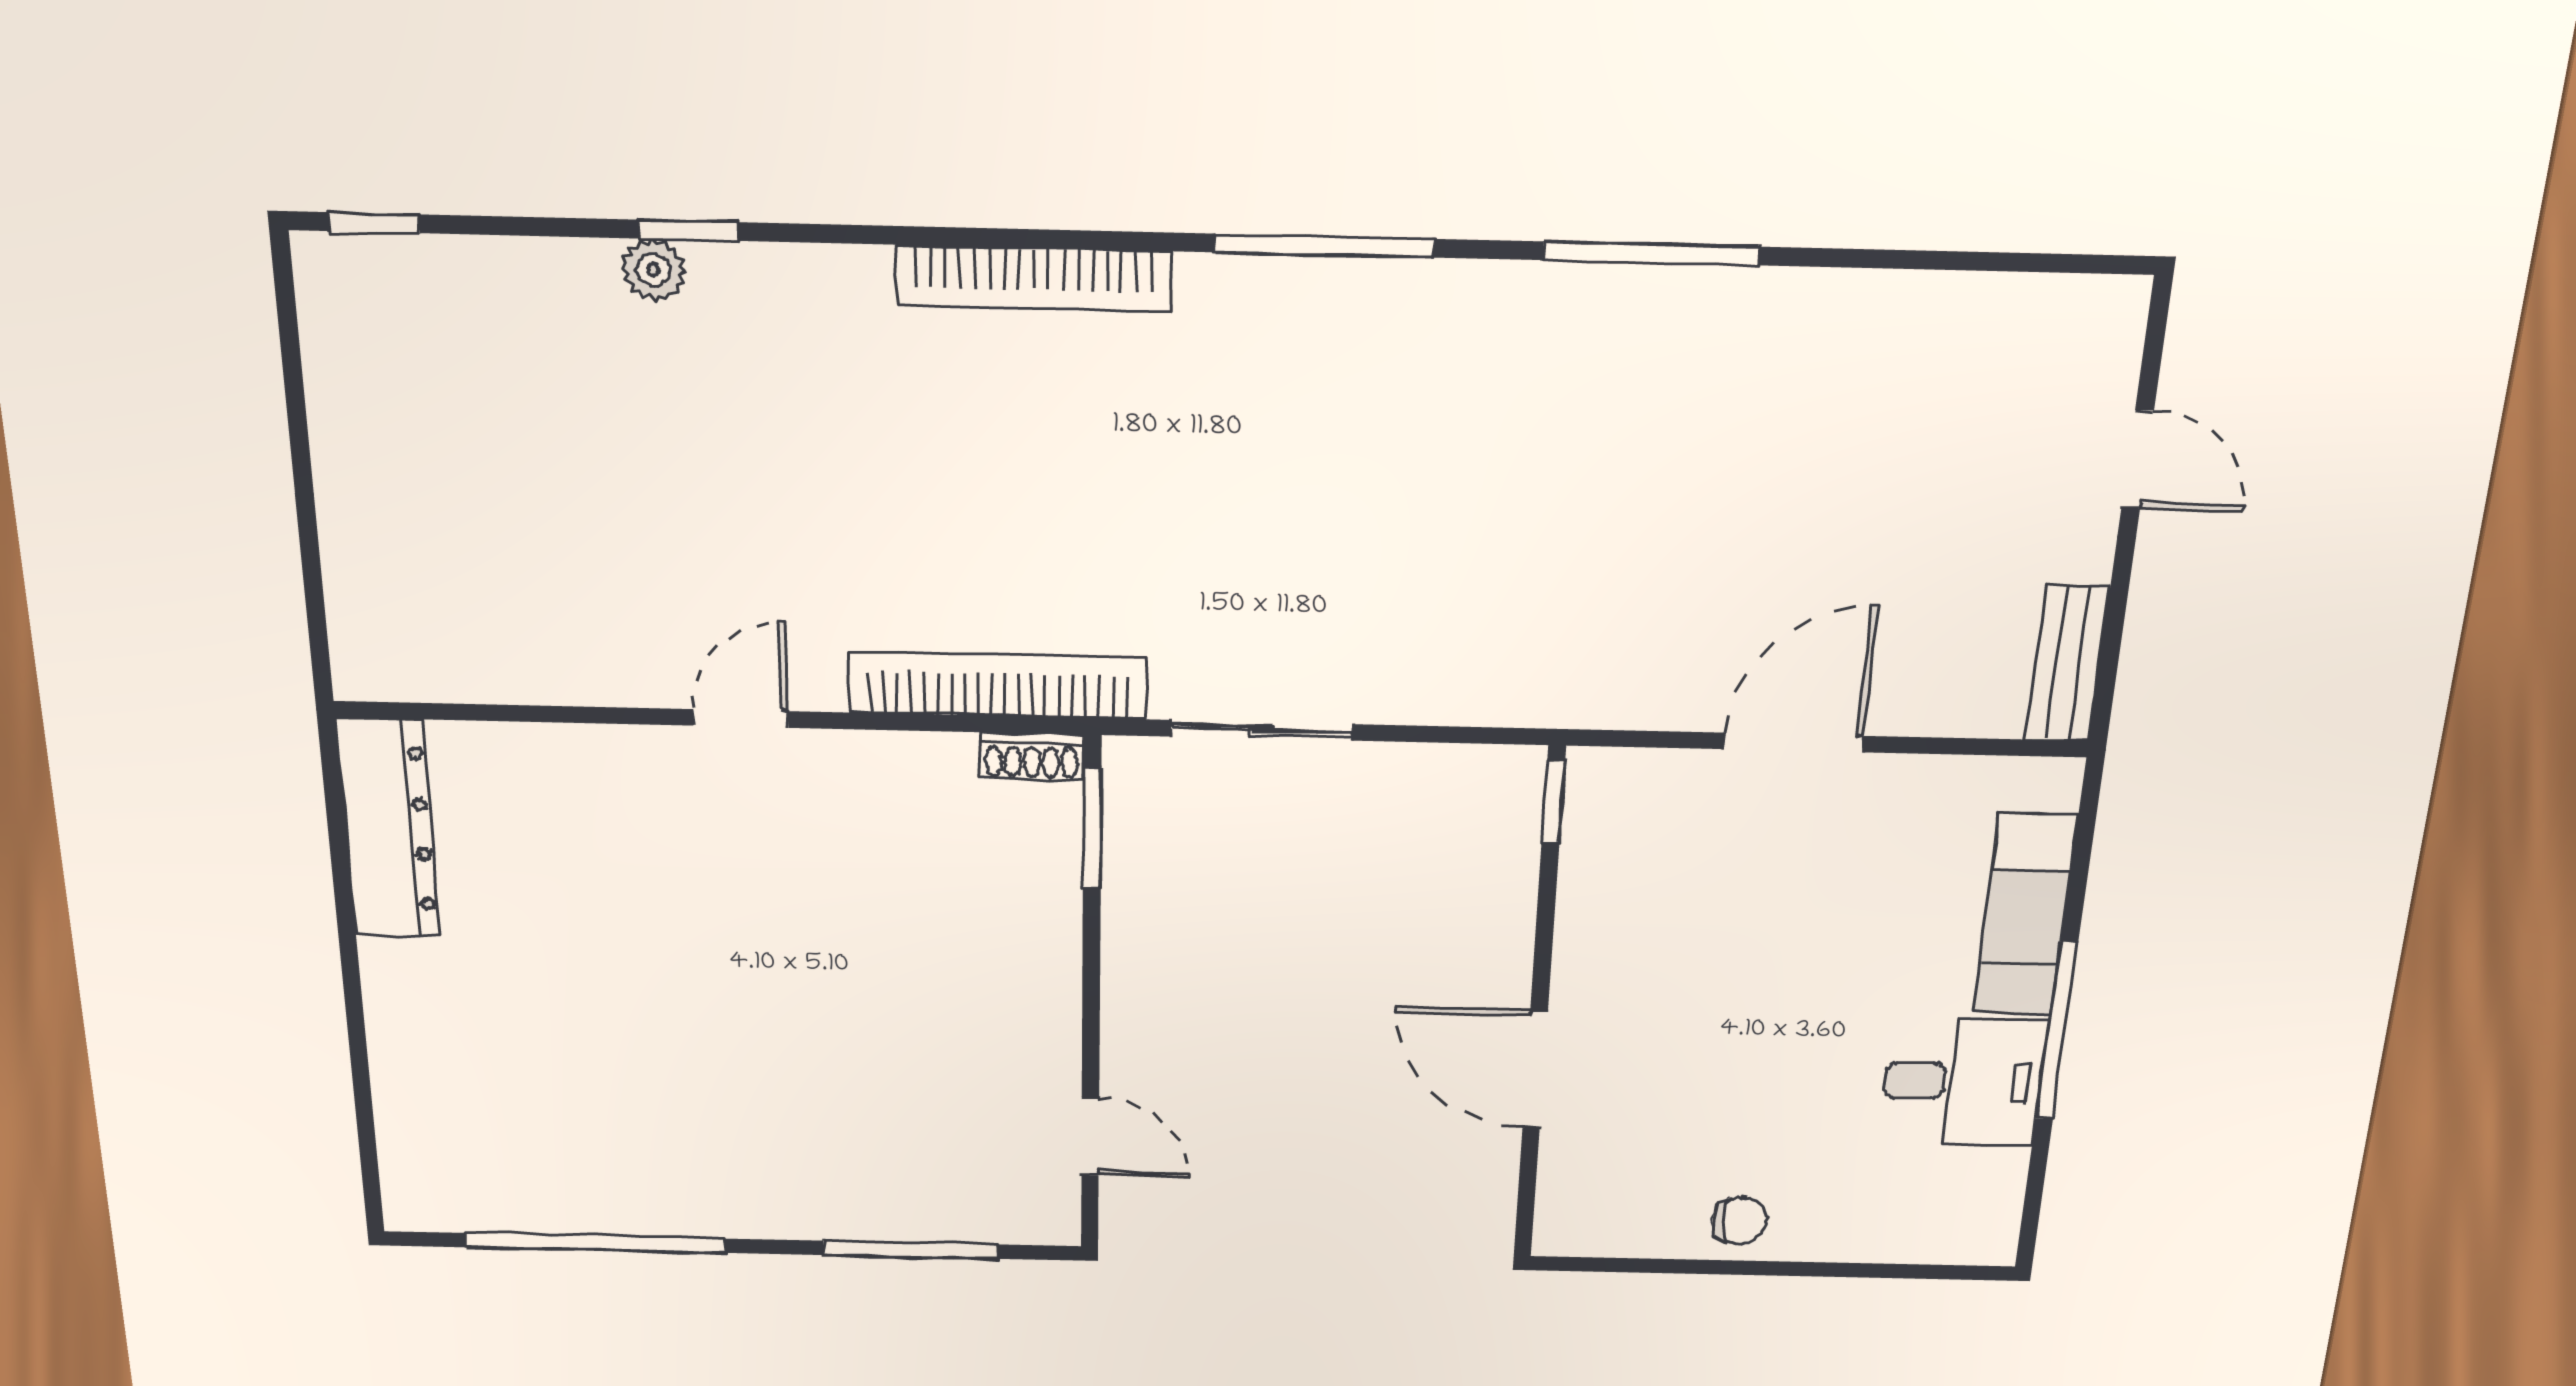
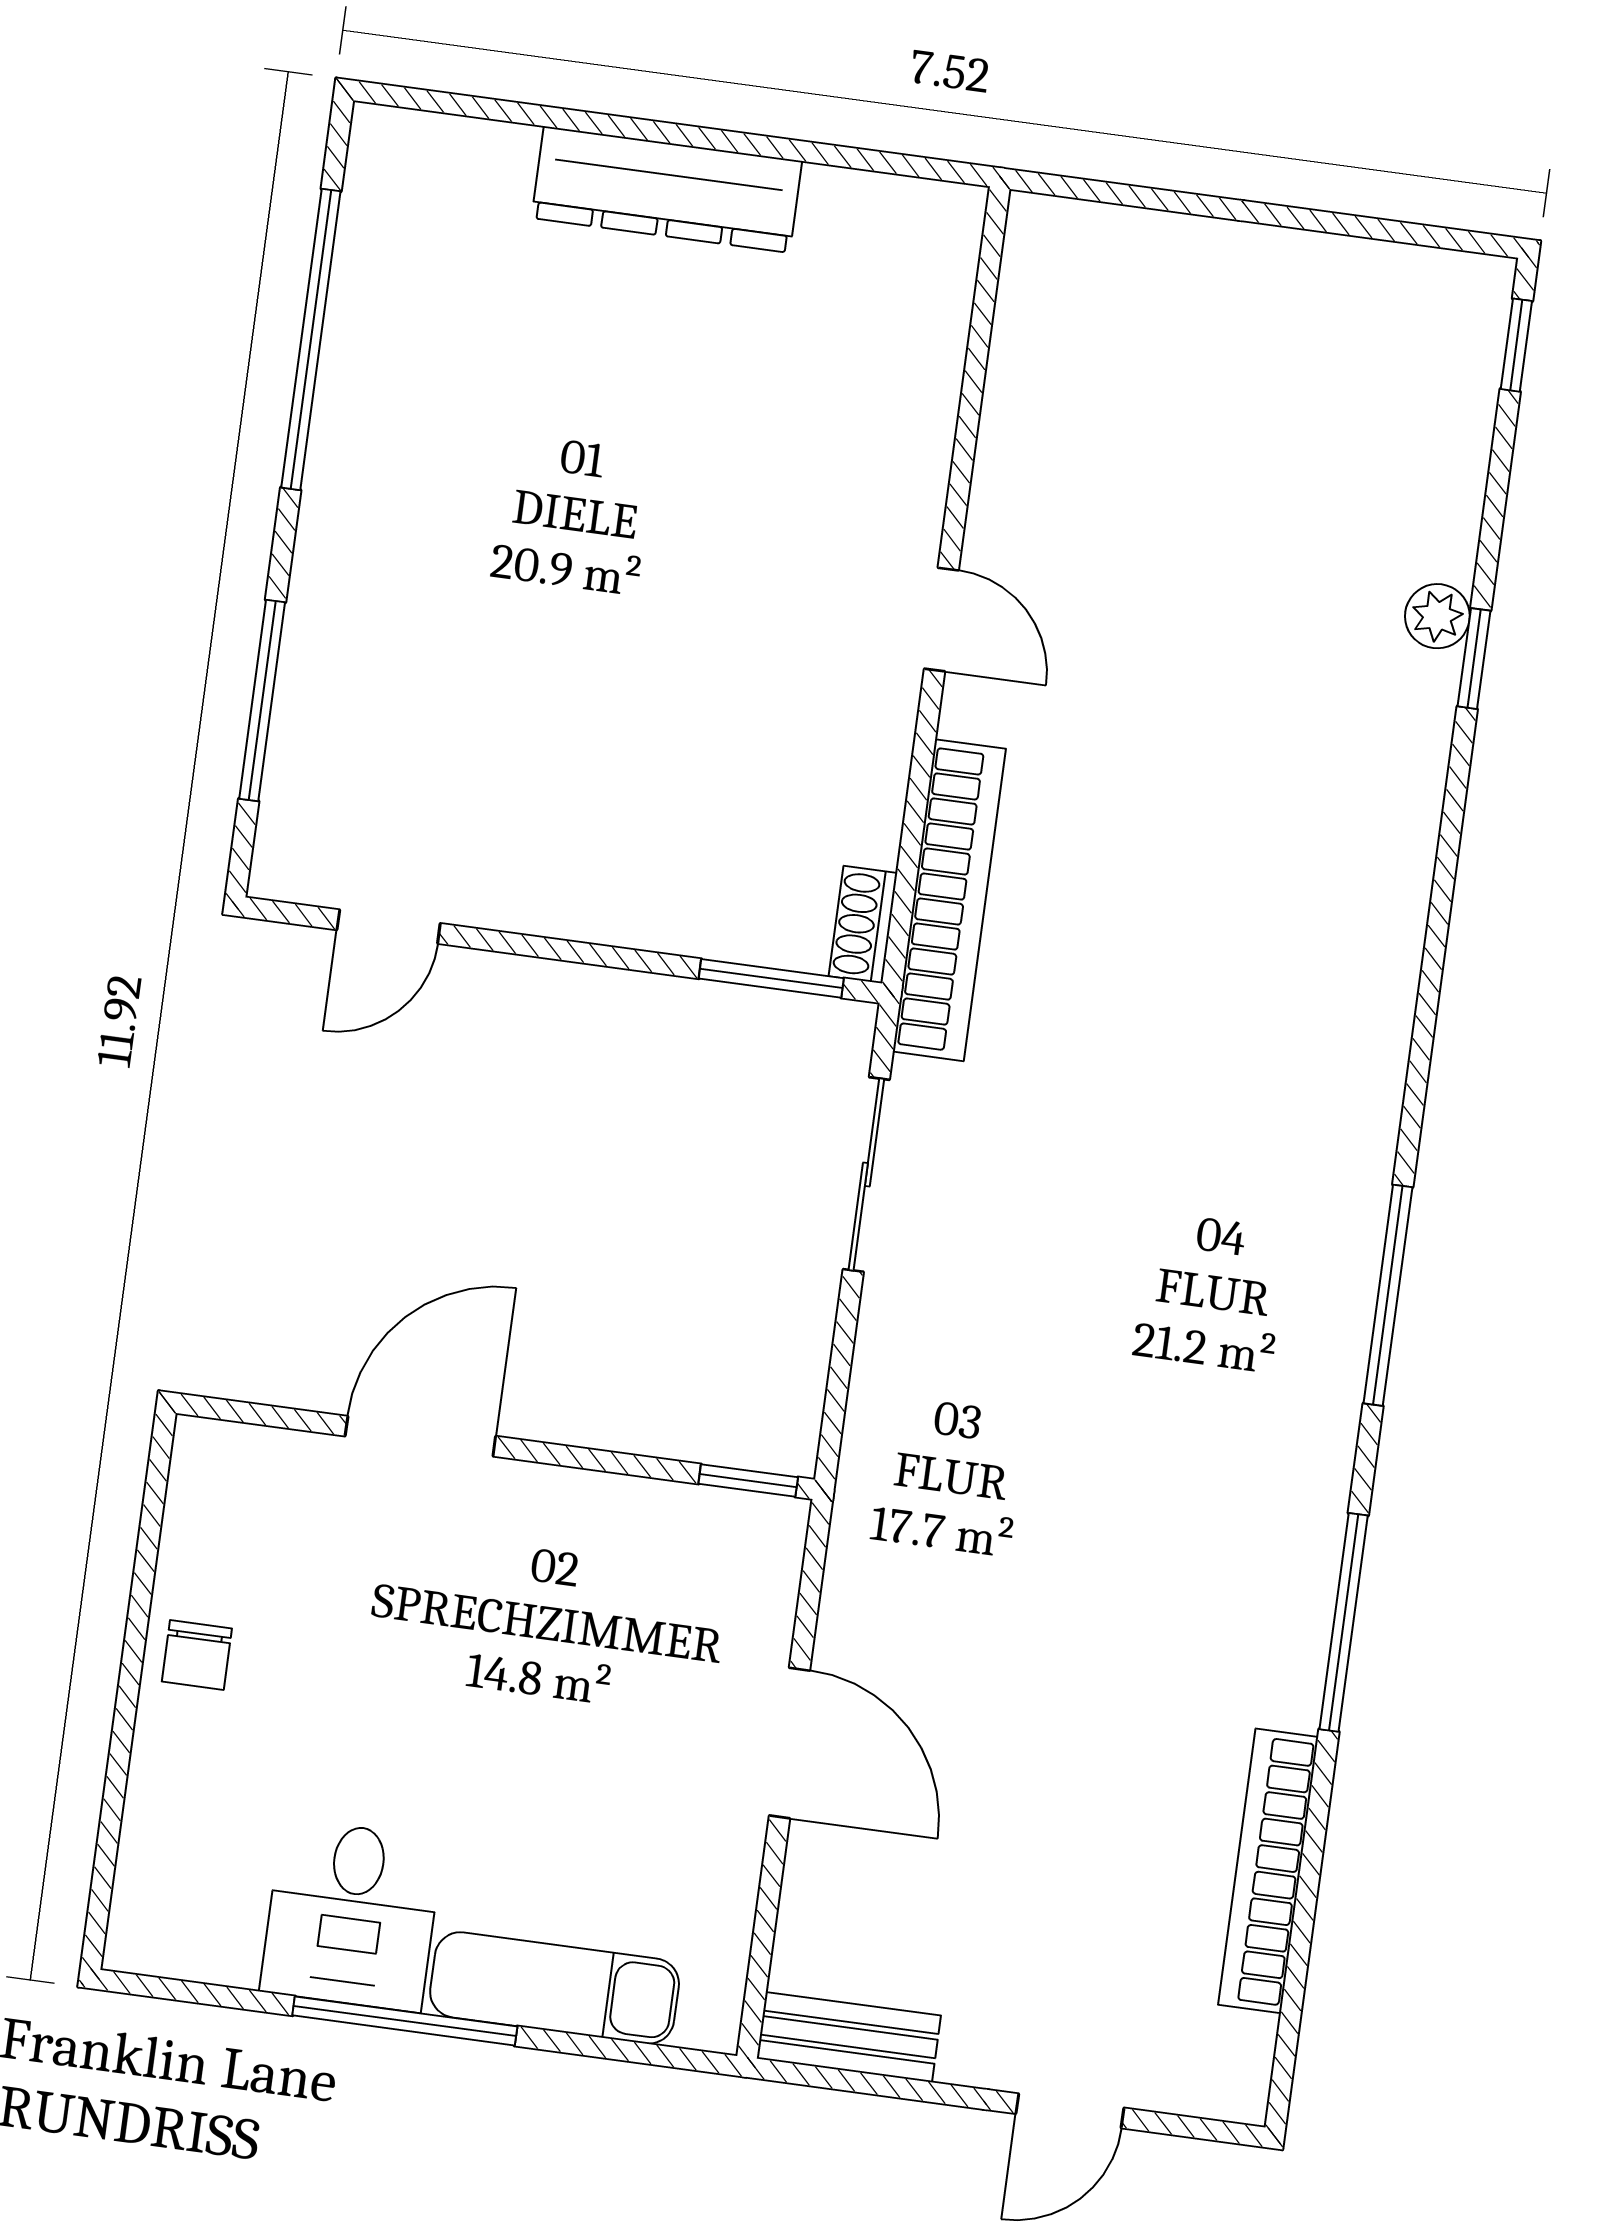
bookcase: (1034, 279) -> (1268, 1871), moved
dresser: (388, 829) -> (667, 190), moved

